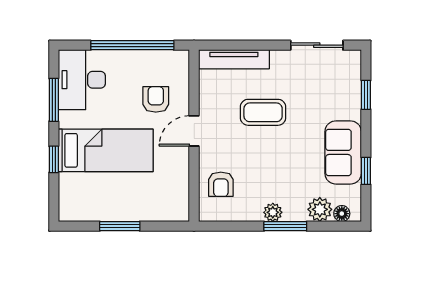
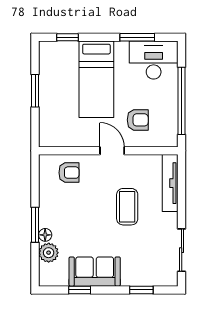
window: (54, 159) -> (68, 37), moved
armchair: (221, 184) -> (69, 173), turned 180
plant: (273, 212) -> (46, 215), removed
floor lamp: (342, 214) -> (45, 235), moved

